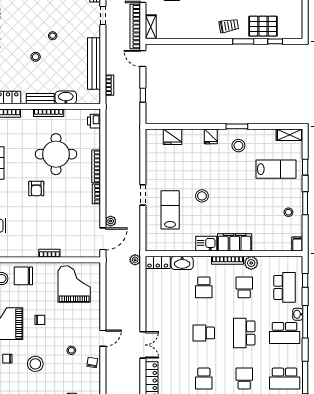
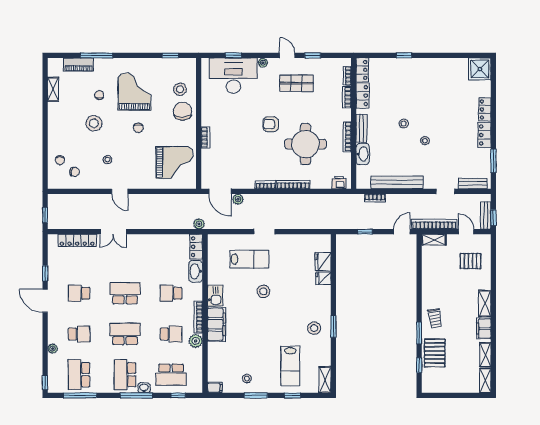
fridge: (211, 136) -> (323, 278), moved
school desk: (204, 333) -> (125, 293), width x1.85
chair: (92, 363) -> (75, 172), moved

